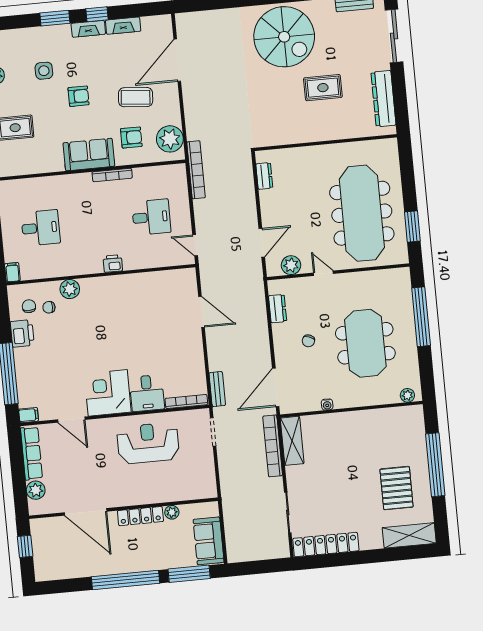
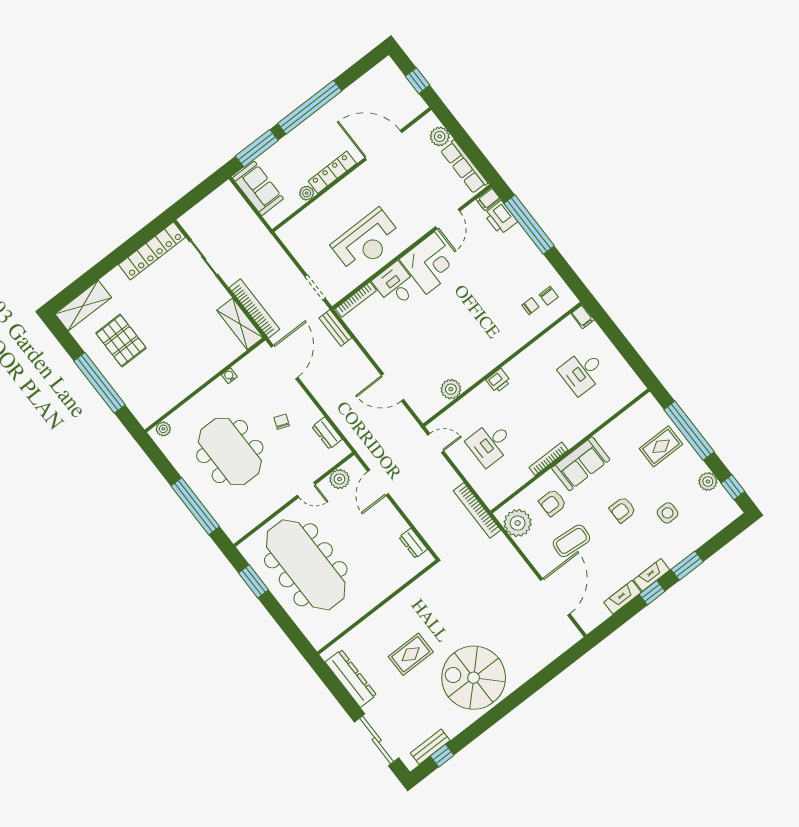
plant: (70, 289) -> (451, 389), moved
printer: (22, 333) -> (501, 218), moved
door: (71, 420) -> (448, 219), swing flipped

